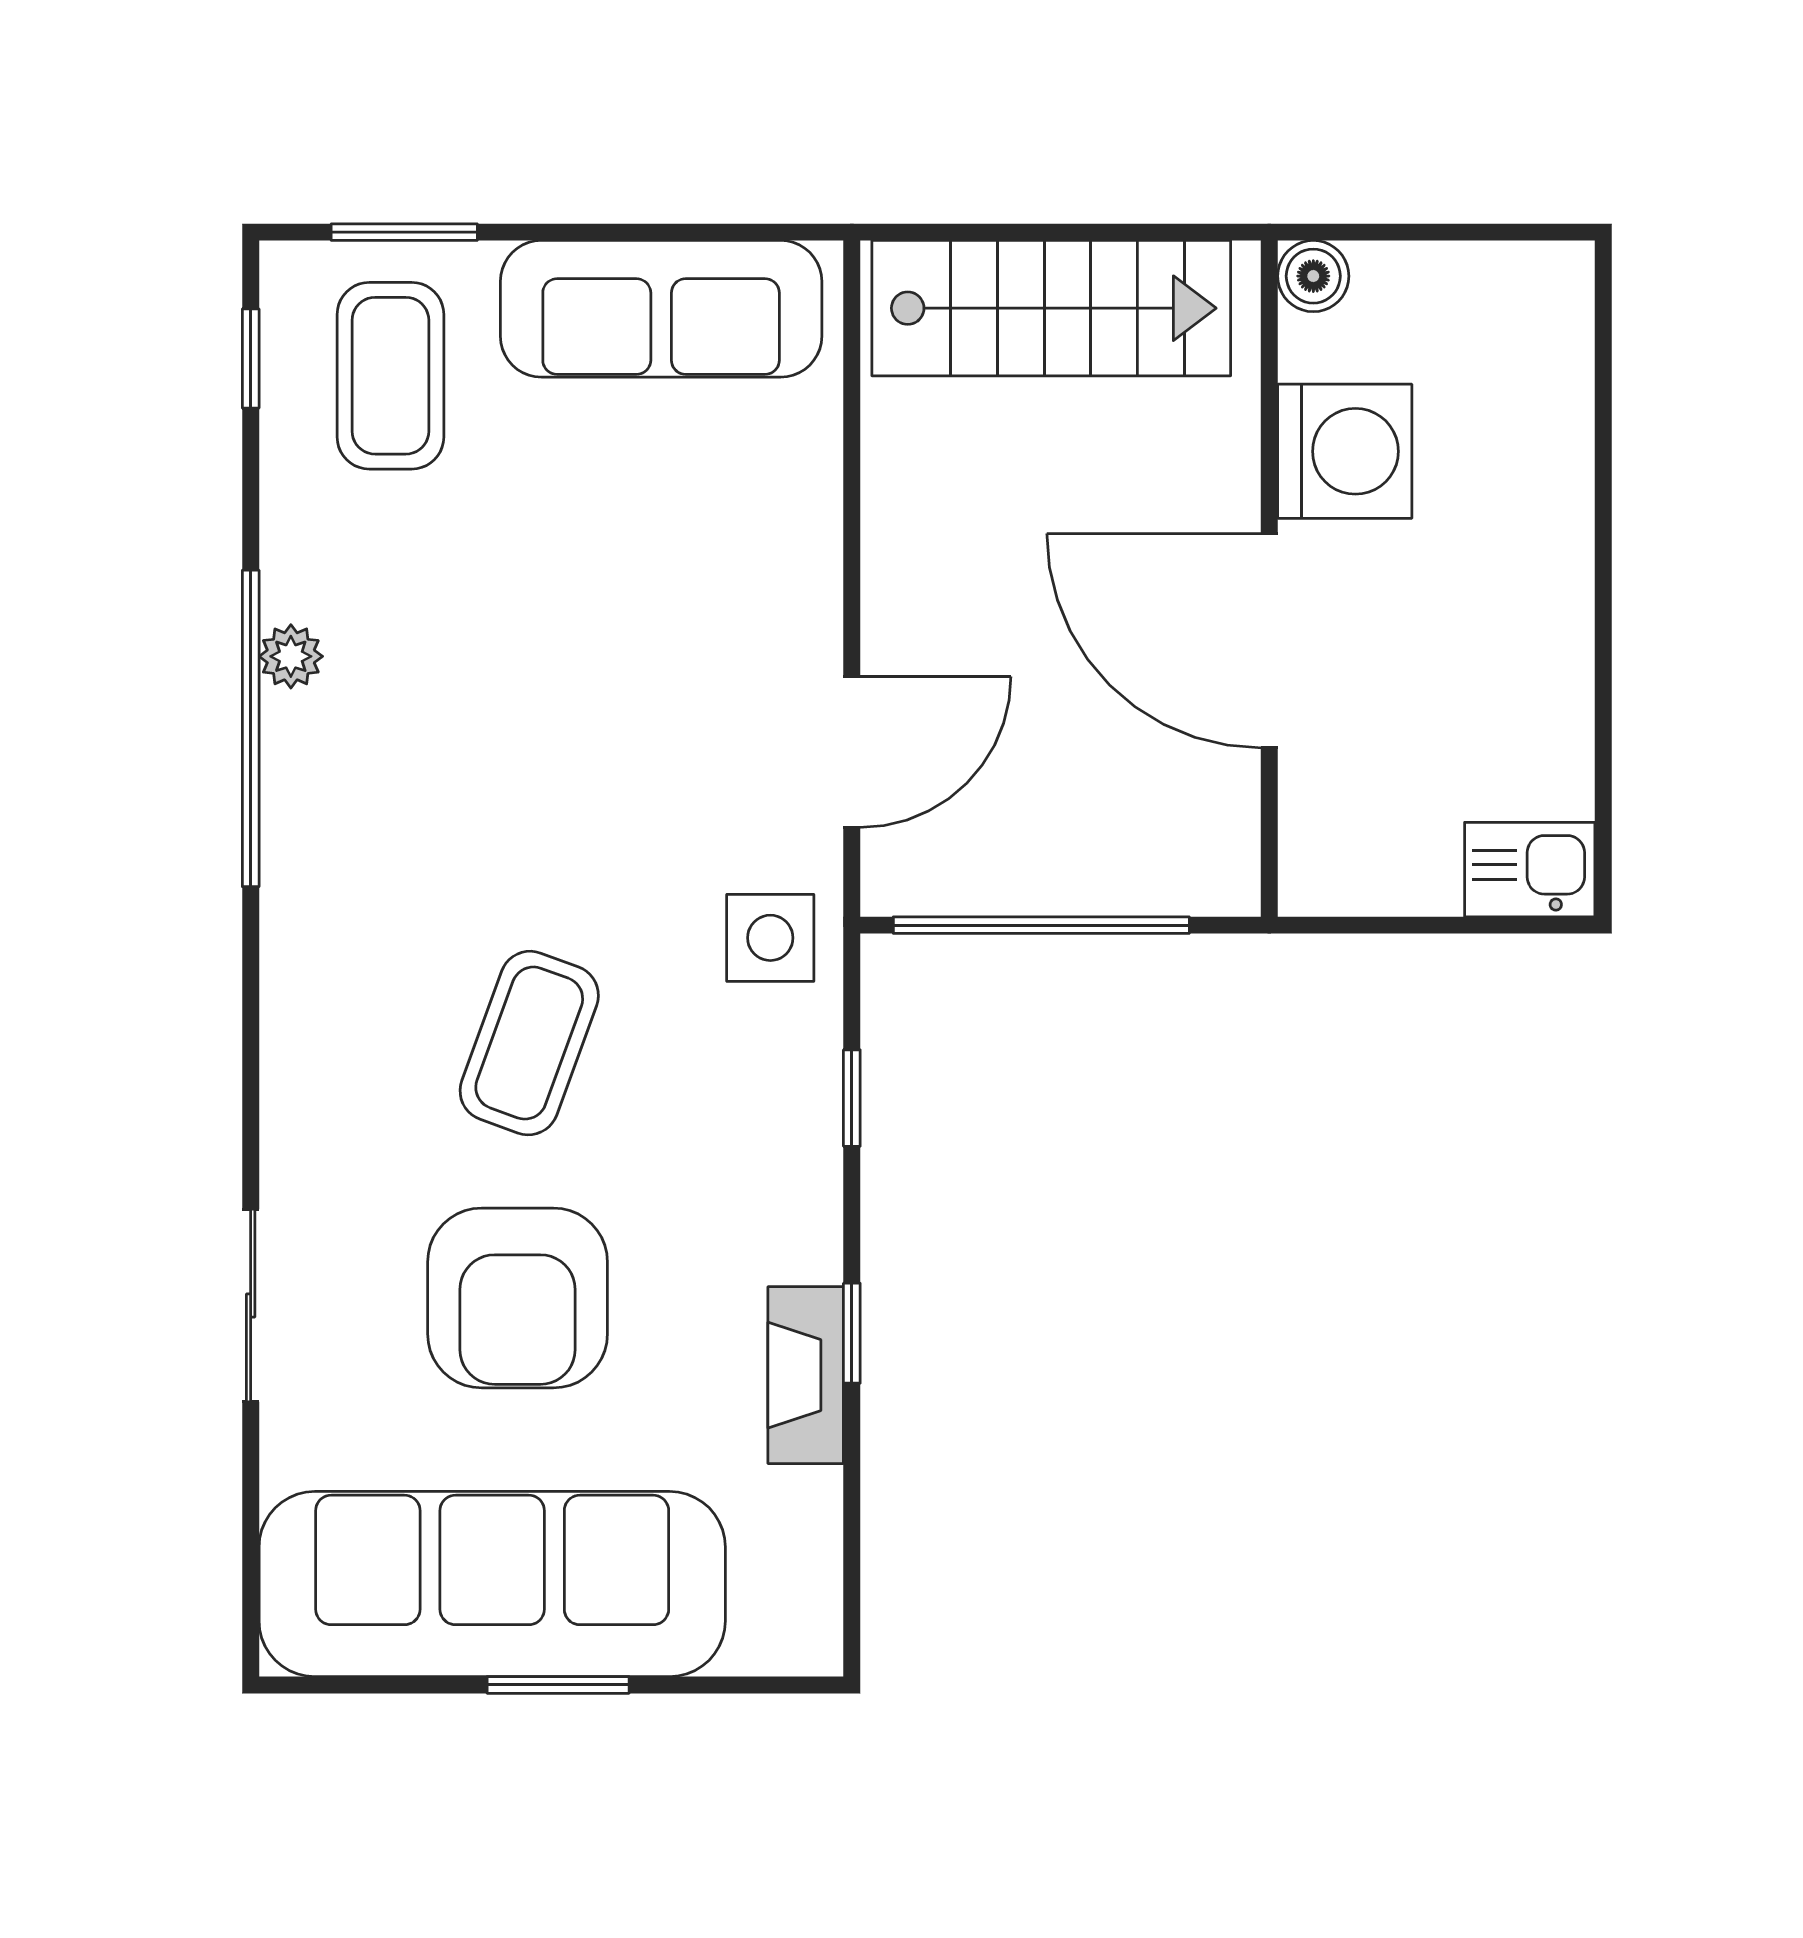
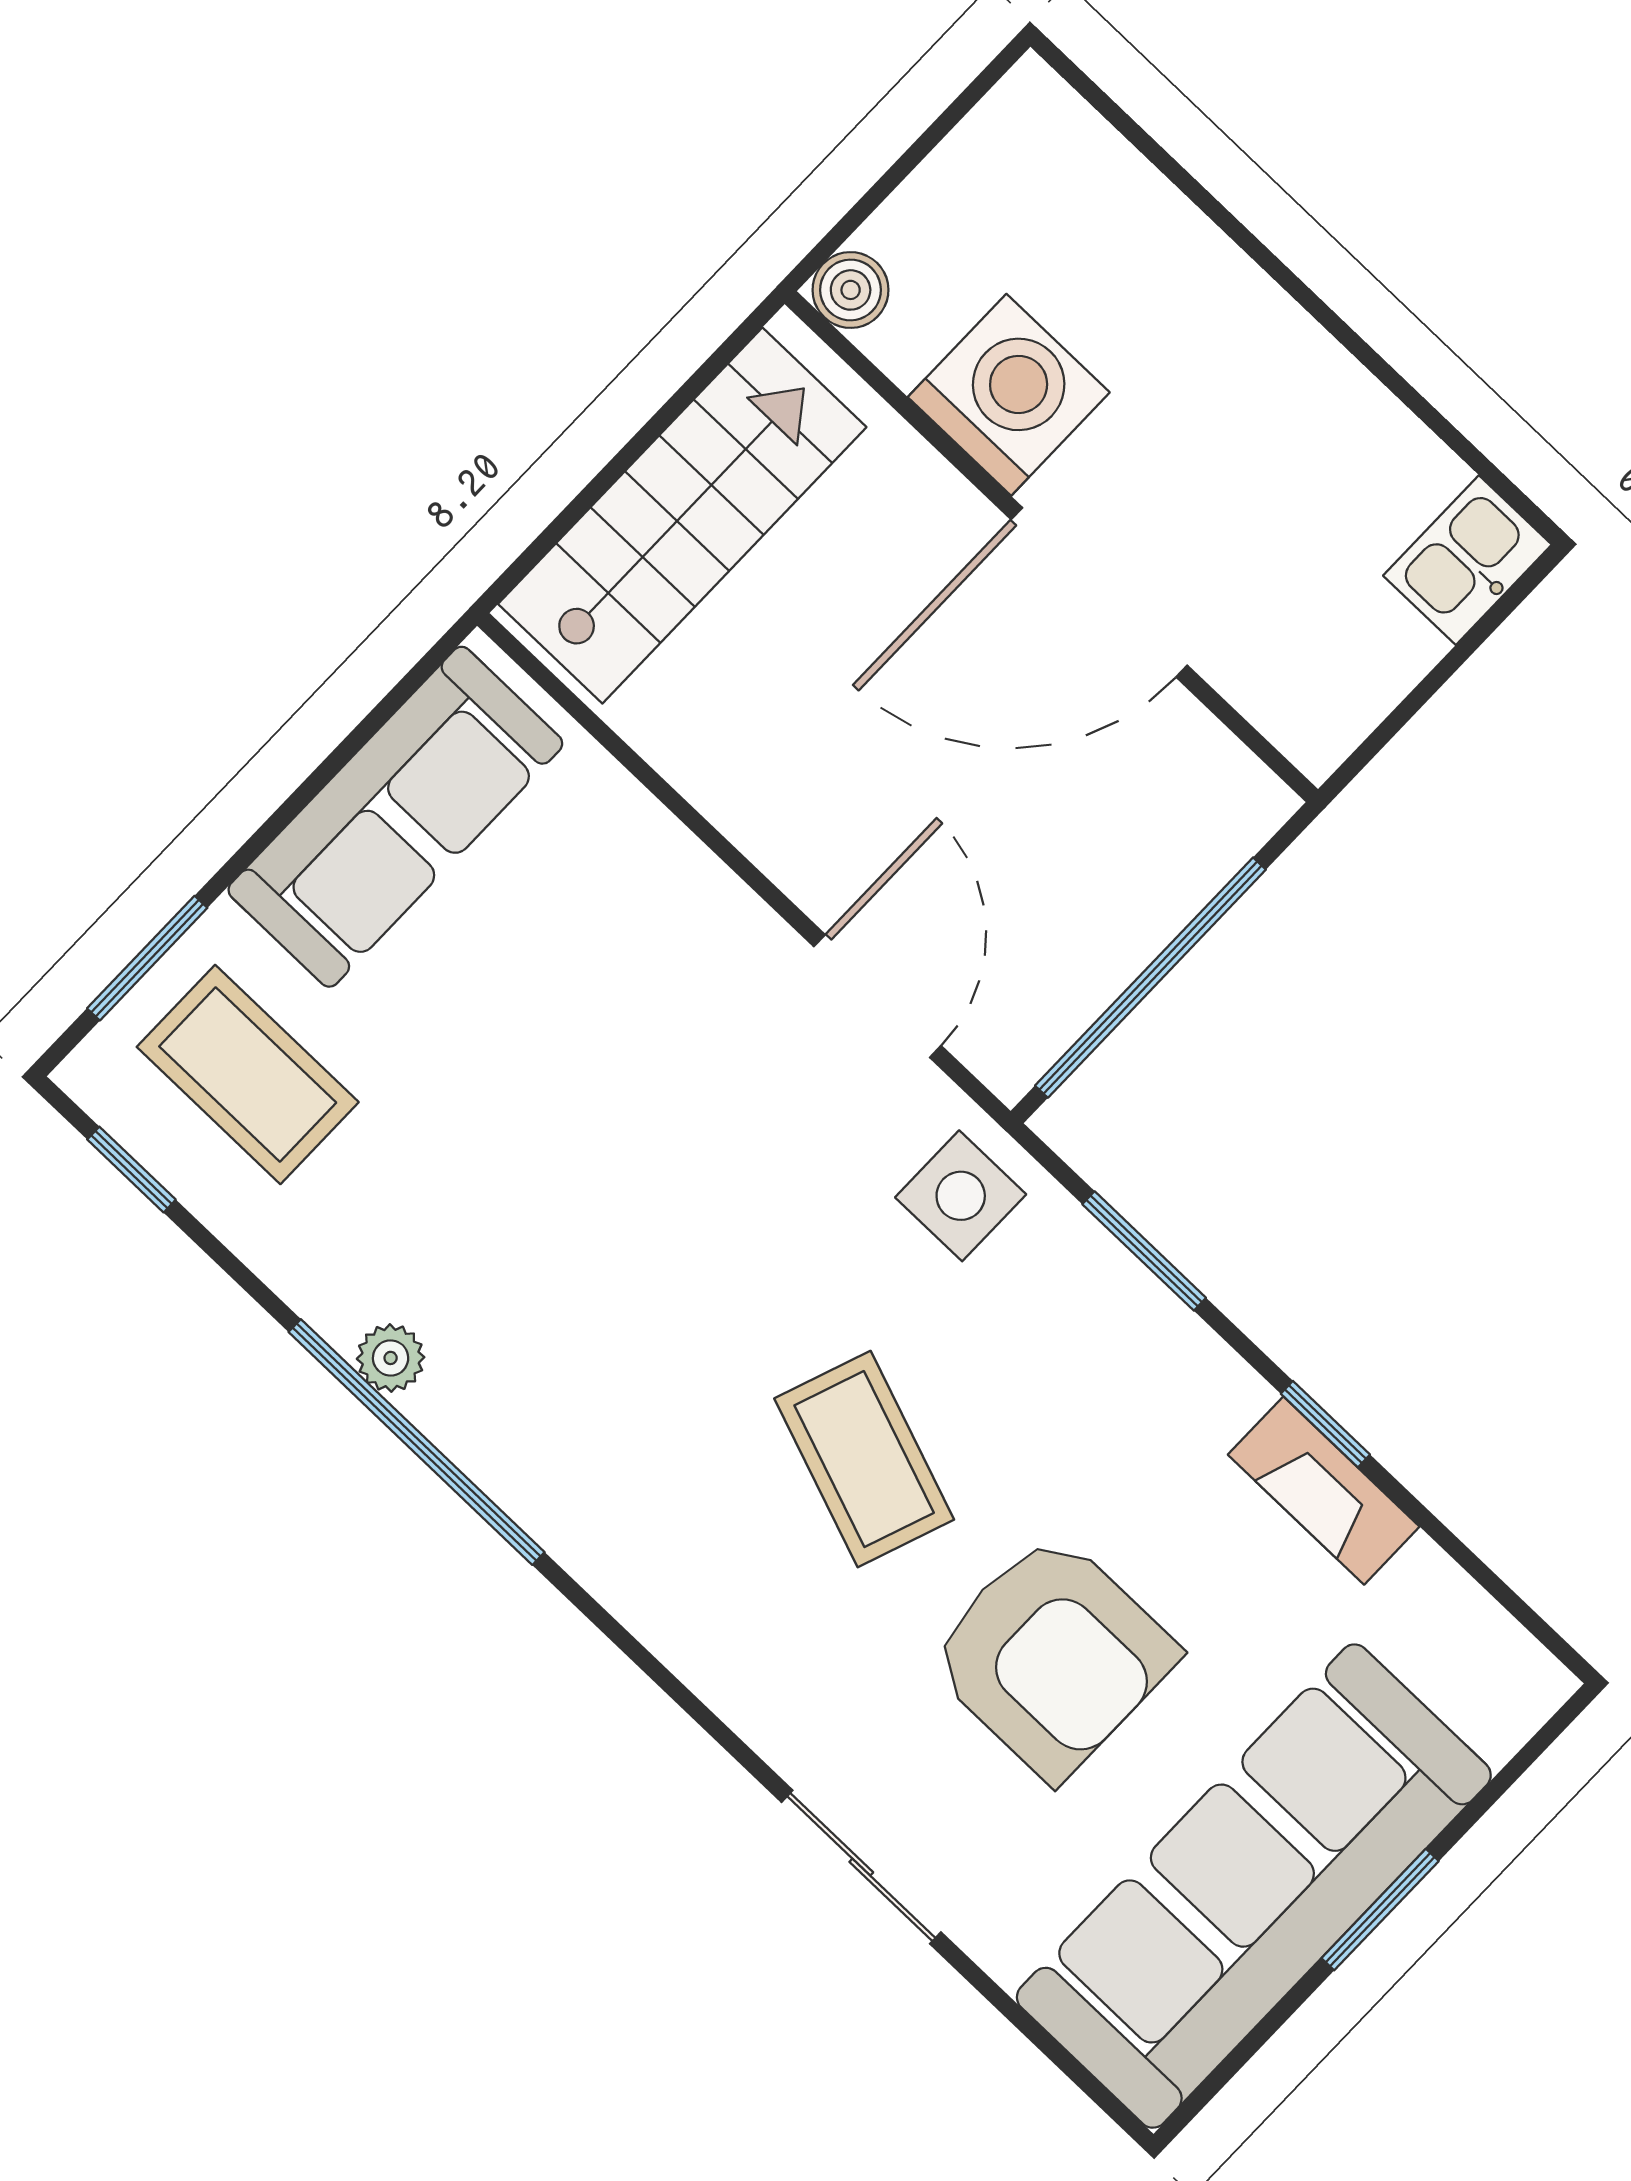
window: (852, 1098) -> (1144, 1251), width x1.50

